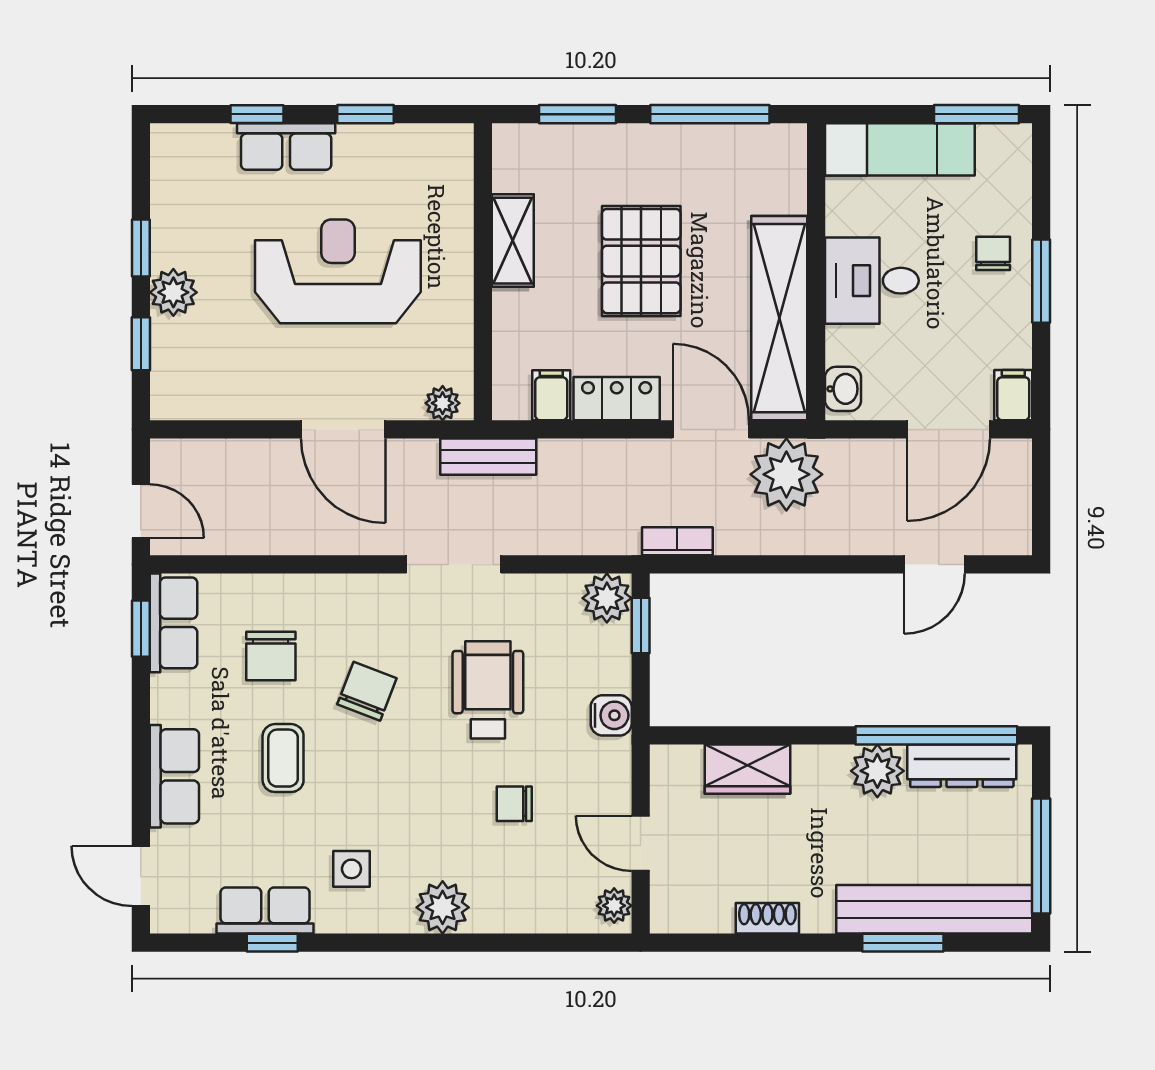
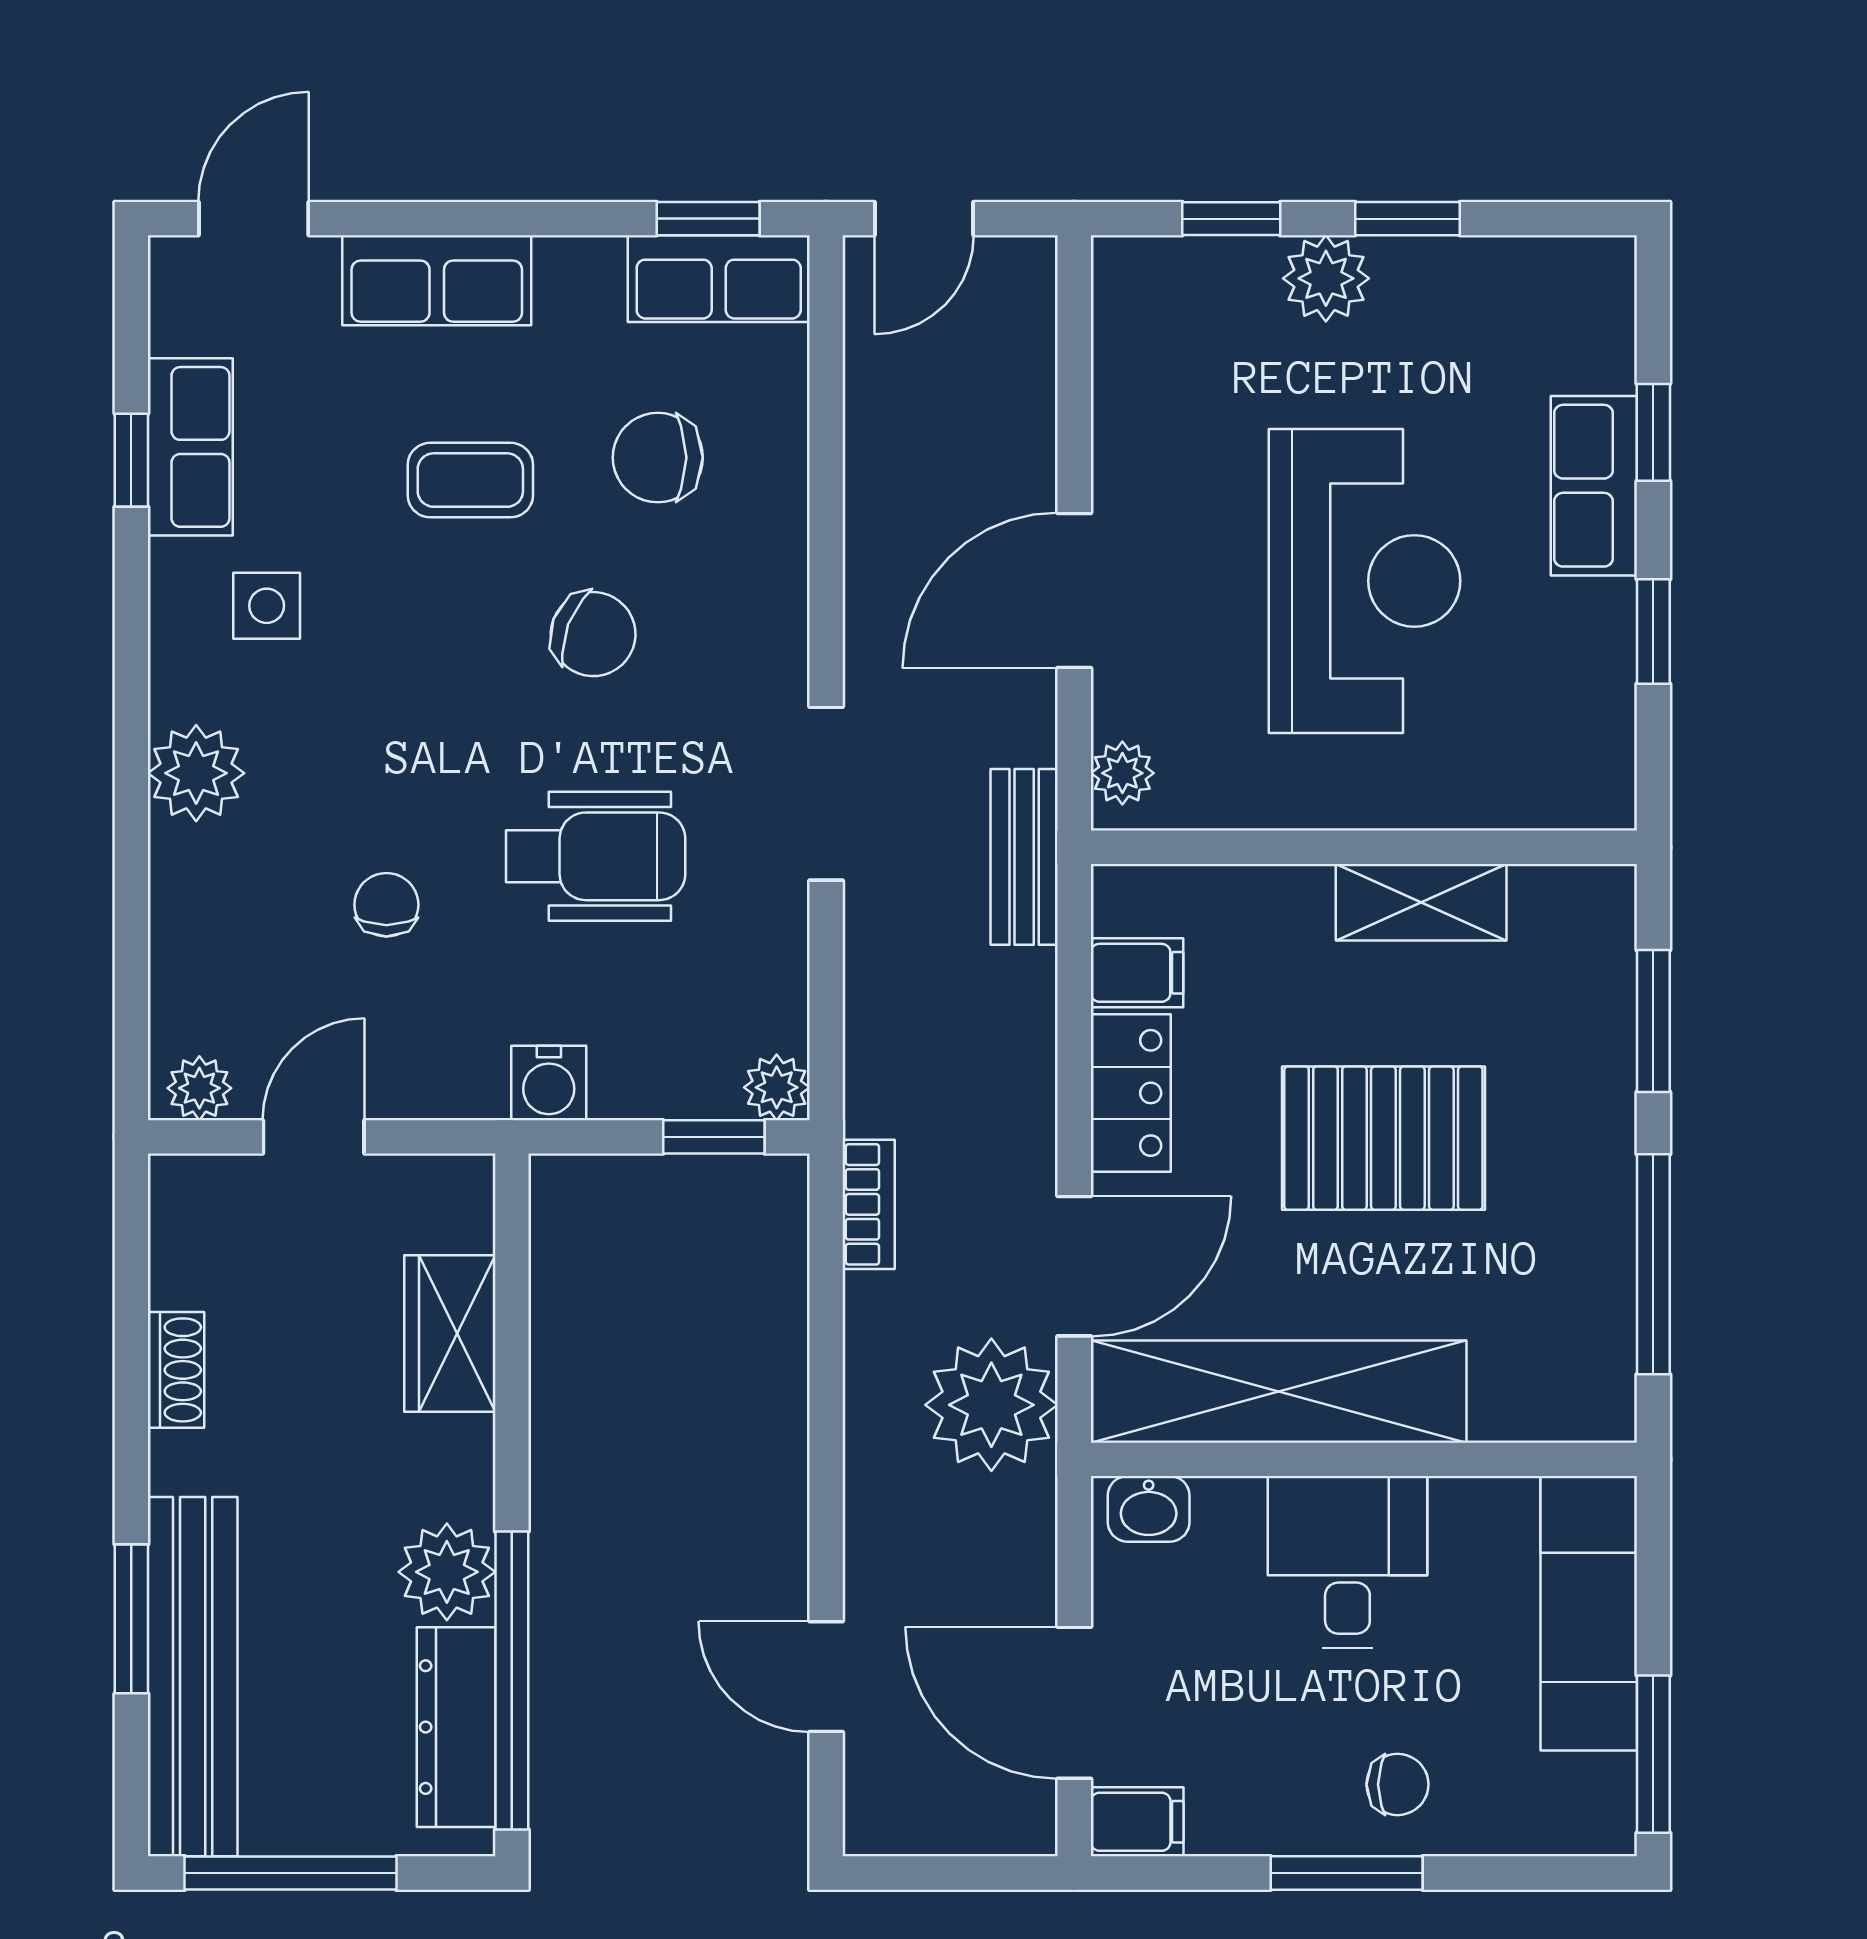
plant: (607, 598) -> (777, 1087), width x0.73, depth x0.73

